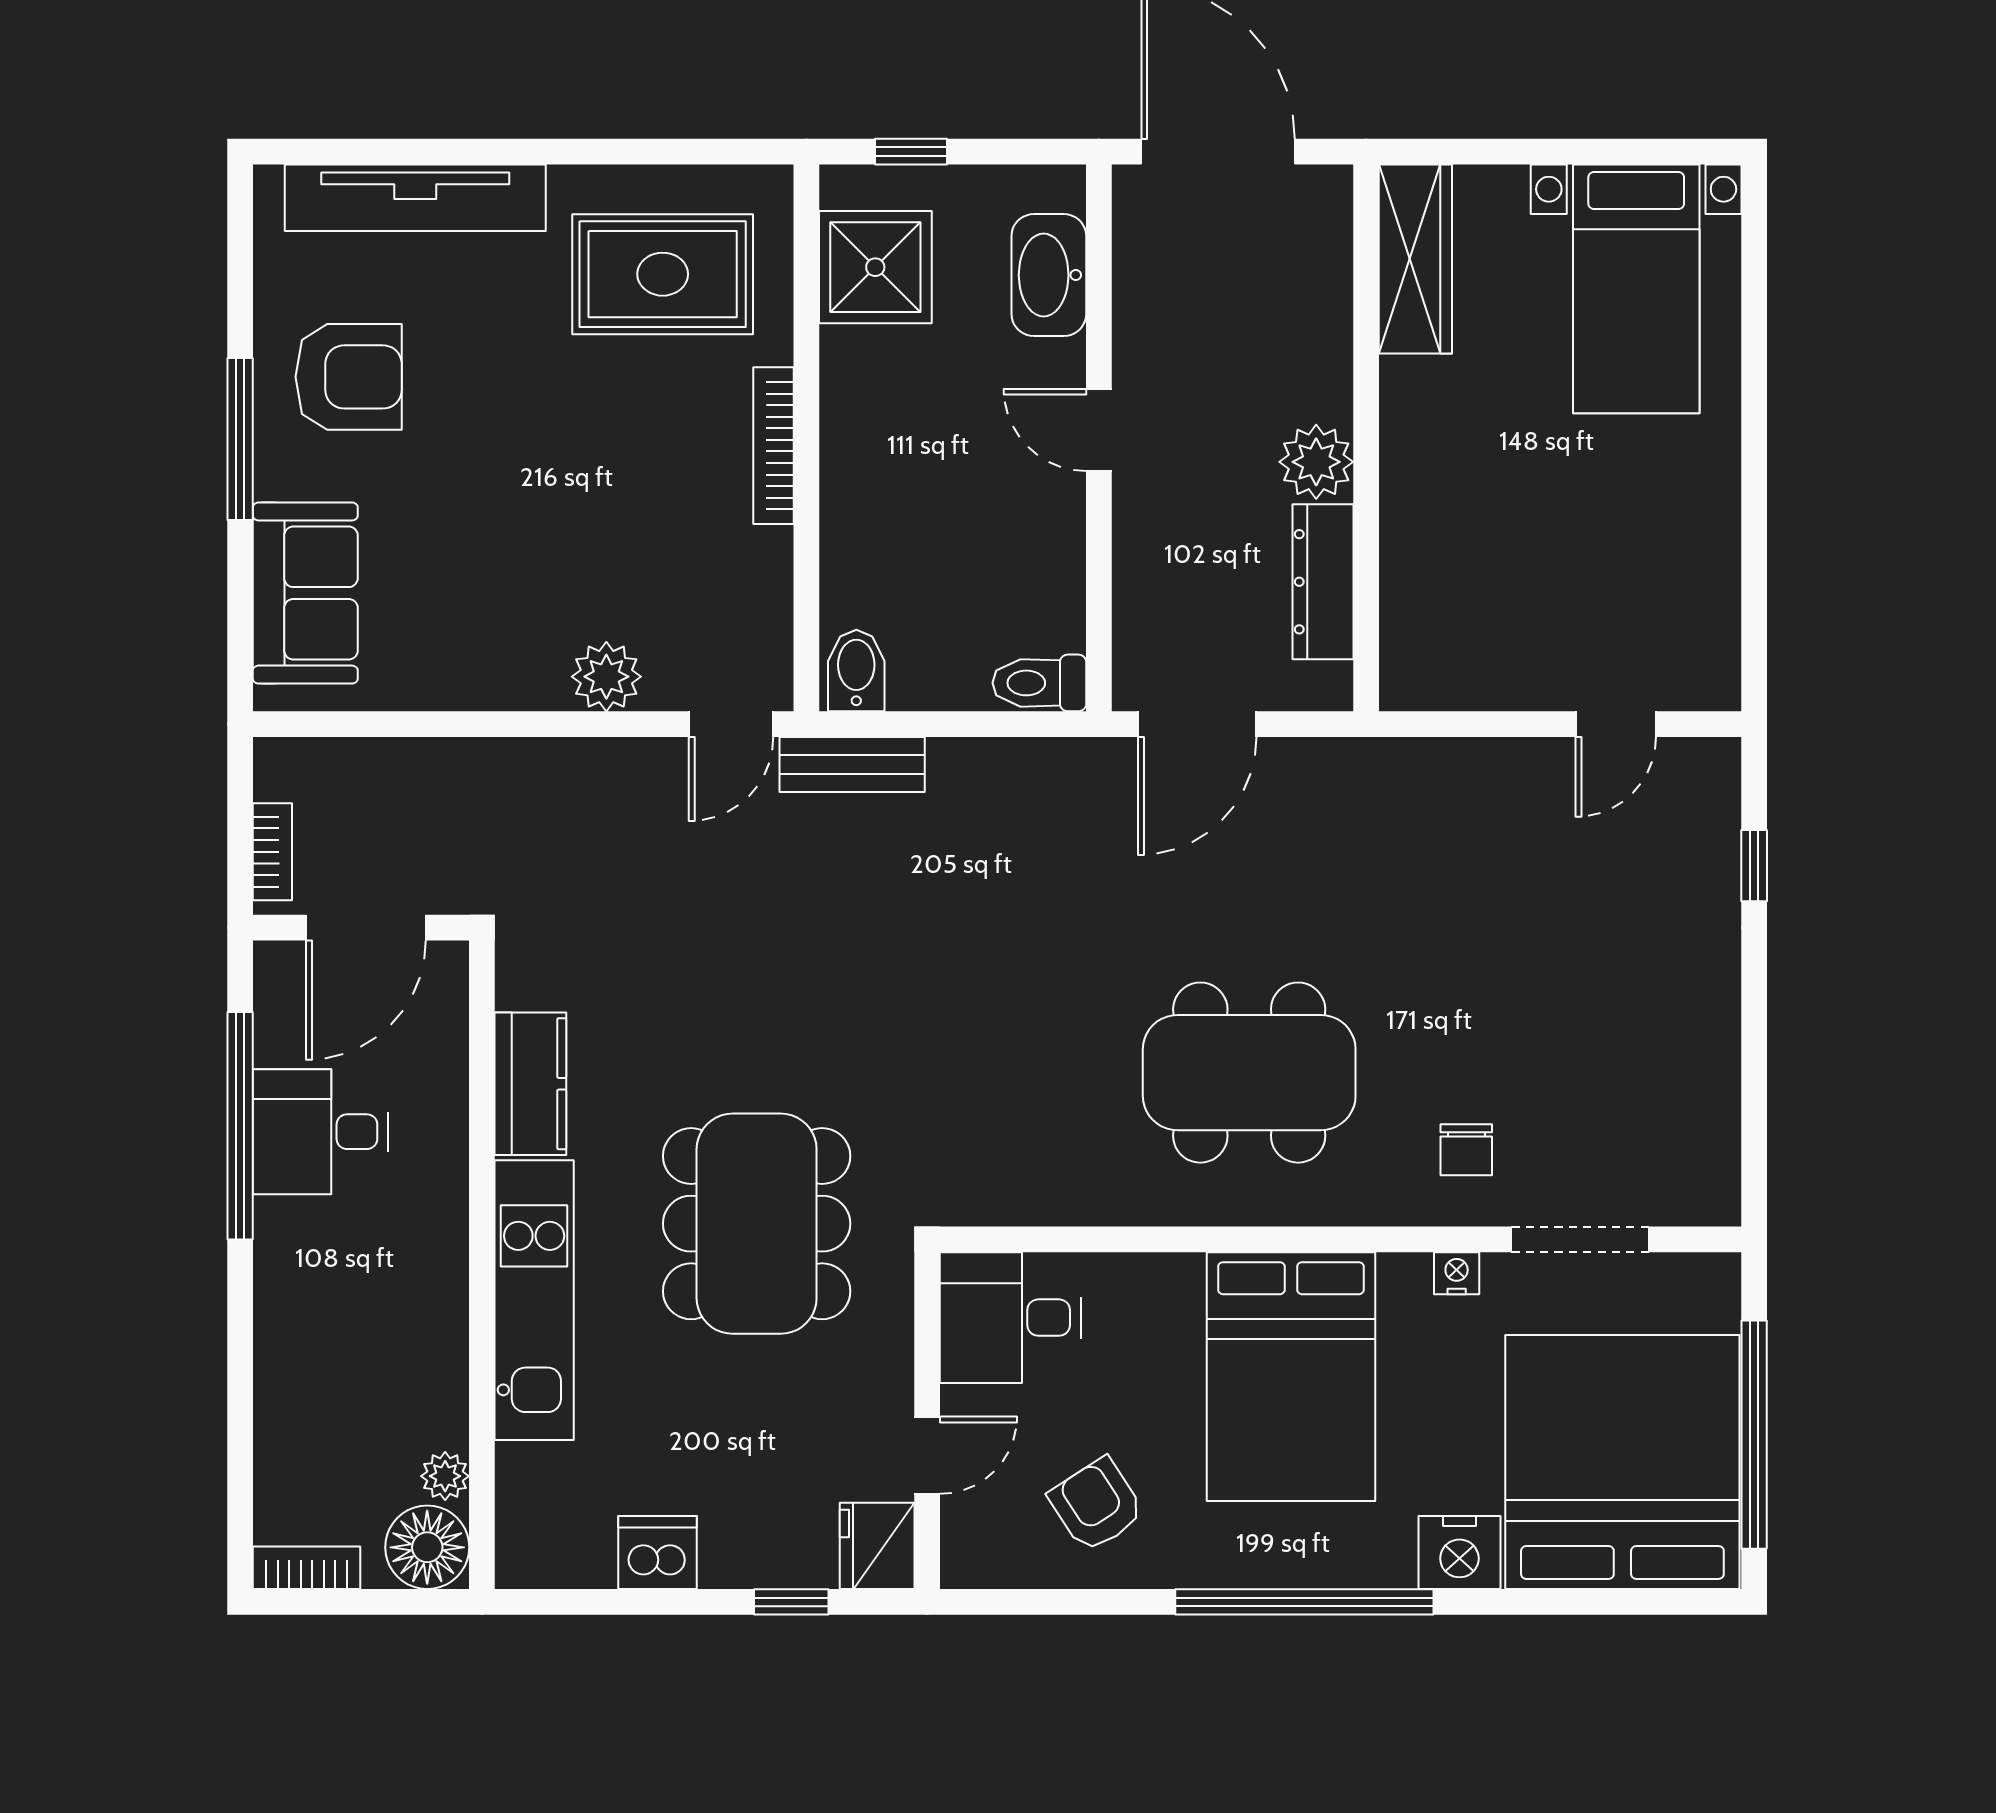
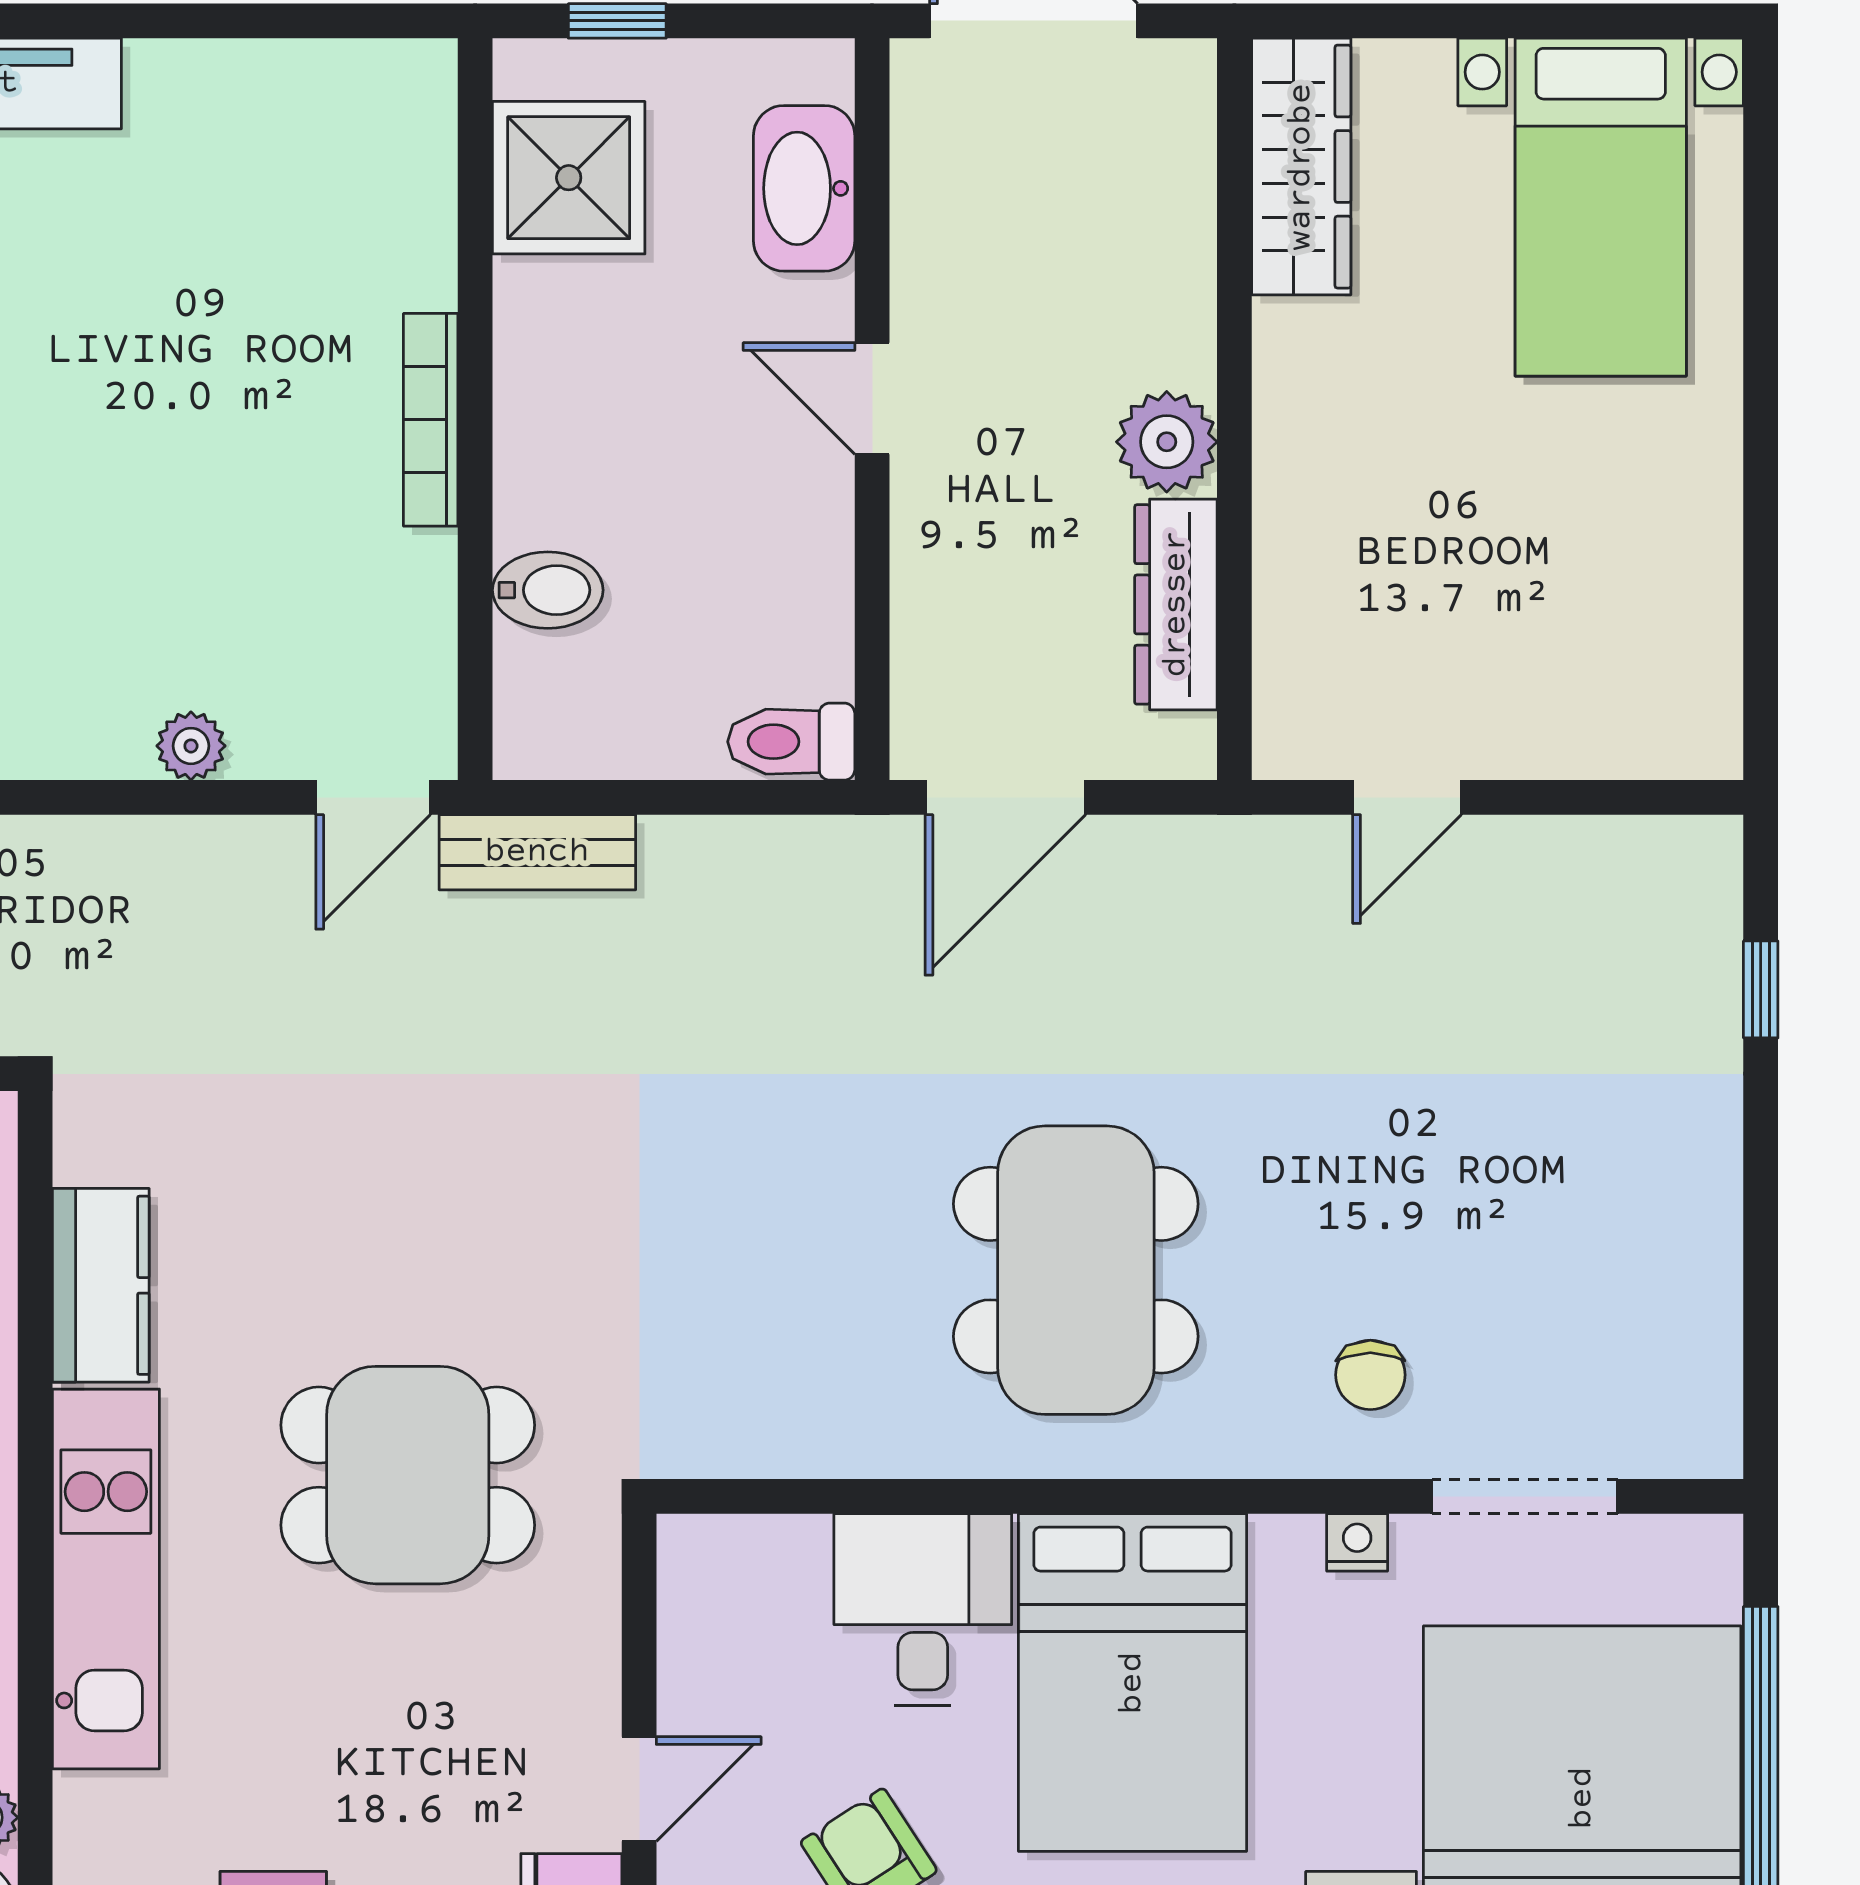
rug: (663, 274) -> (280, 187), removed
bidet: (856, 671) -> (548, 590), moved, turned 90
plant: (606, 677) -> (191, 746), width x0.73, depth x0.73
door: (1616, 724) -> (1407, 797), moved
dining table: (1249, 1073) -> (1076, 1270), turned 90
dining table: (757, 1224) -> (408, 1475), width x0.73
desk: (1011, 1318) -> (923, 1609), moved, turned 90

